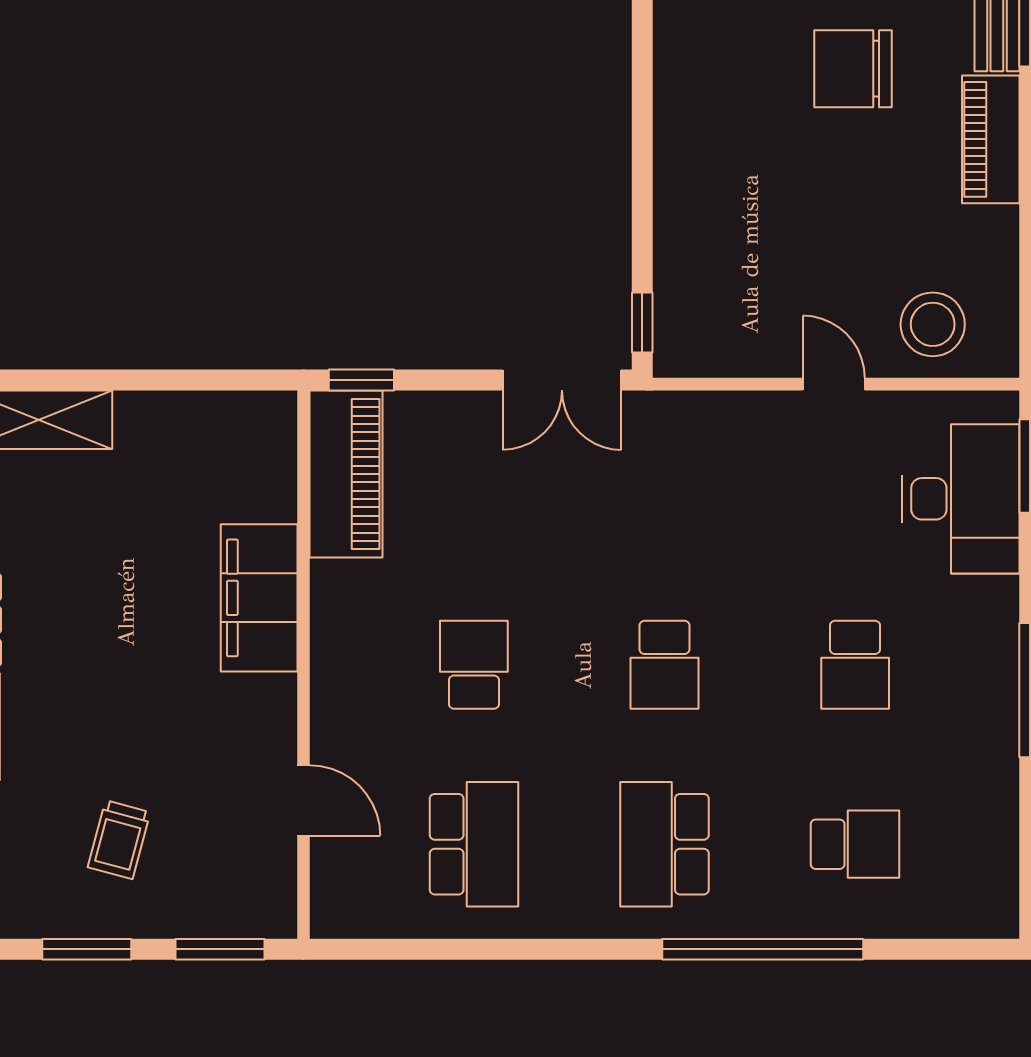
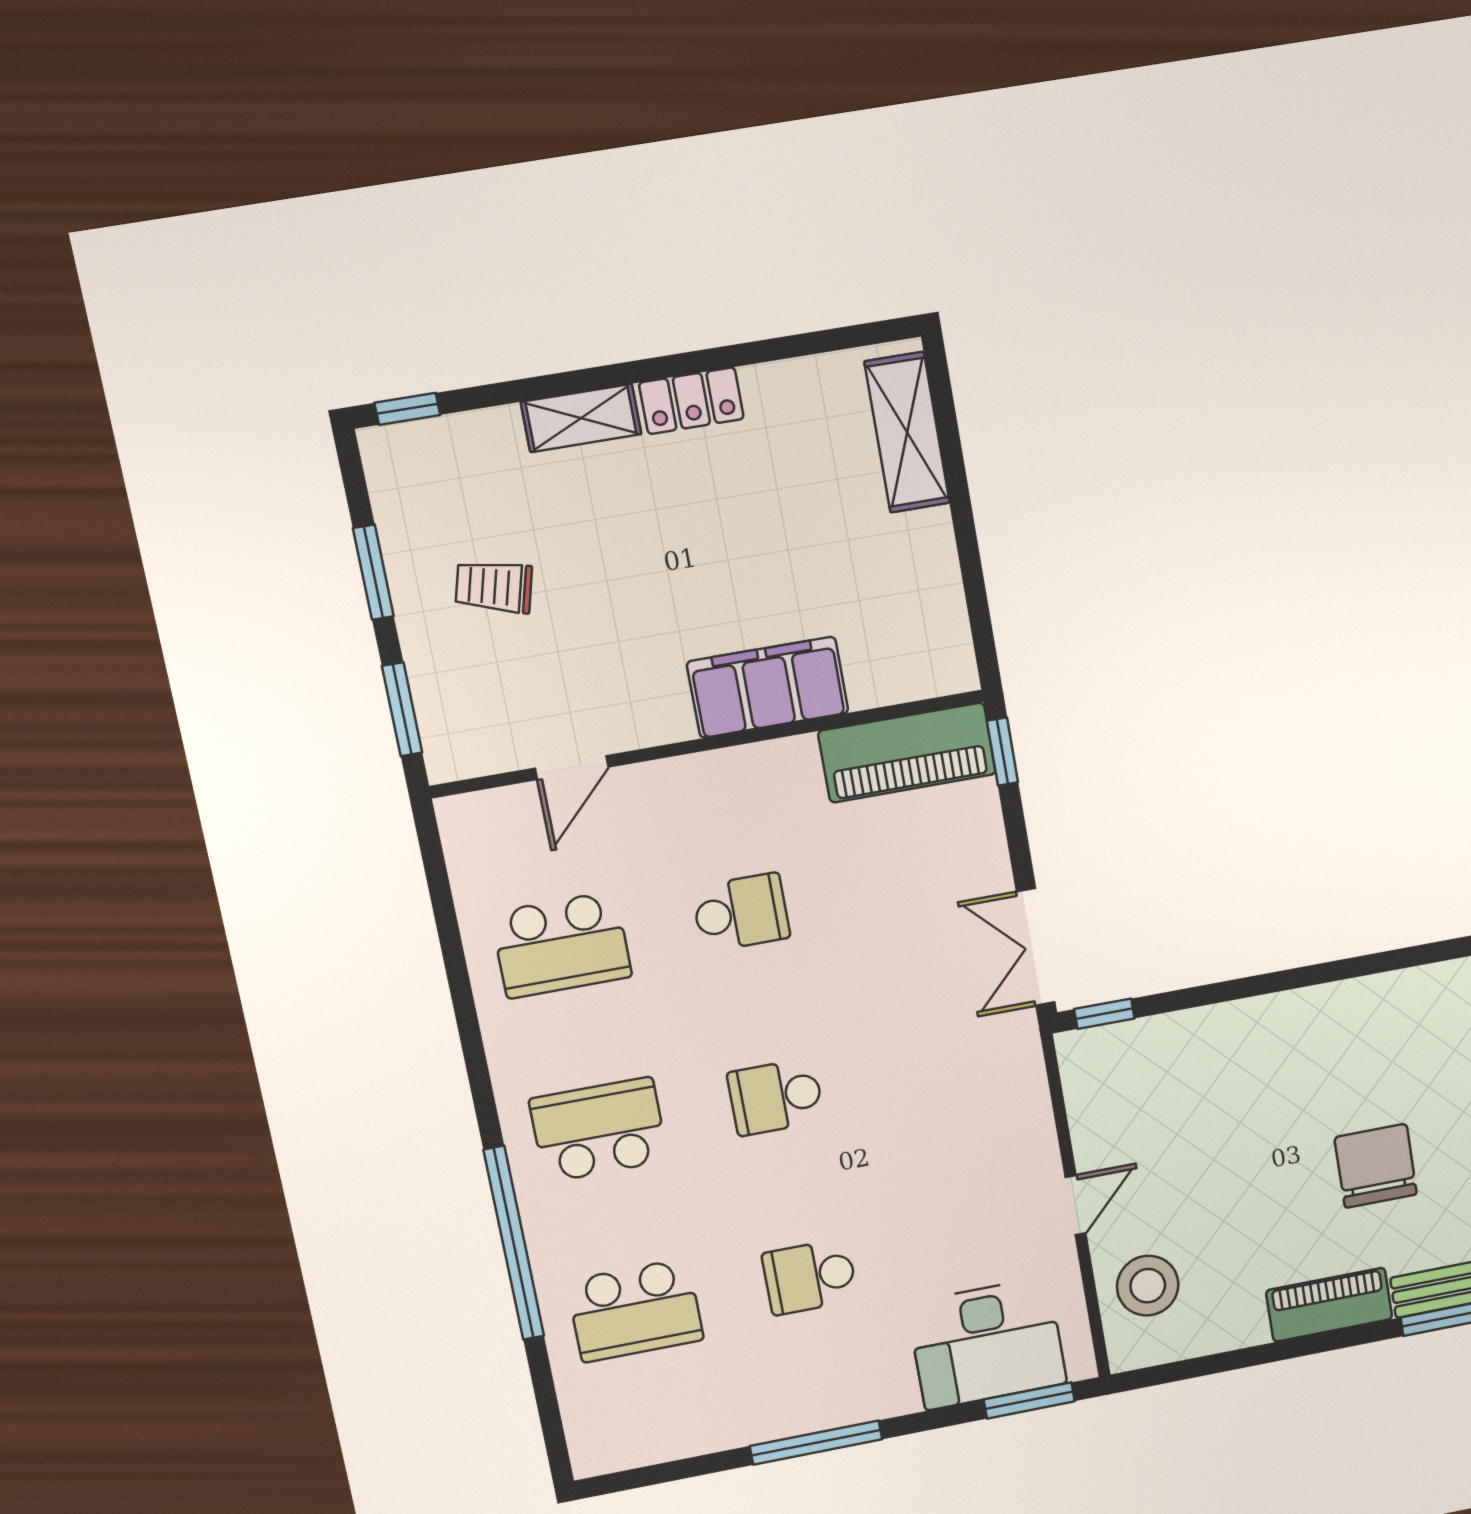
school desk: (855, 844) -> (635, 1310), width x1.85

